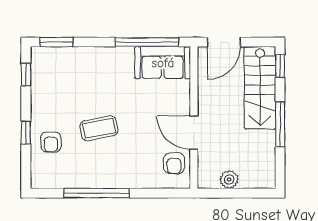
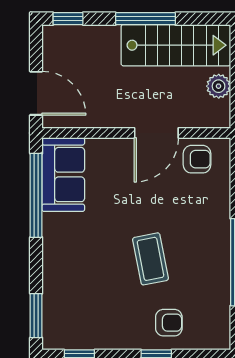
stairs: (260, 88) -> (176, 45), moved

